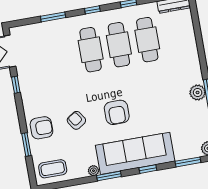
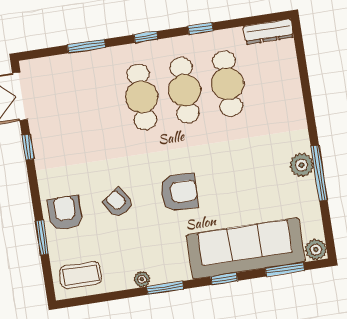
armchair: (117, 112) -> (179, 192), turned -89
armchair: (41, 128) -> (65, 213), turned -90
sofa: (135, 153) -> (246, 248), moved

